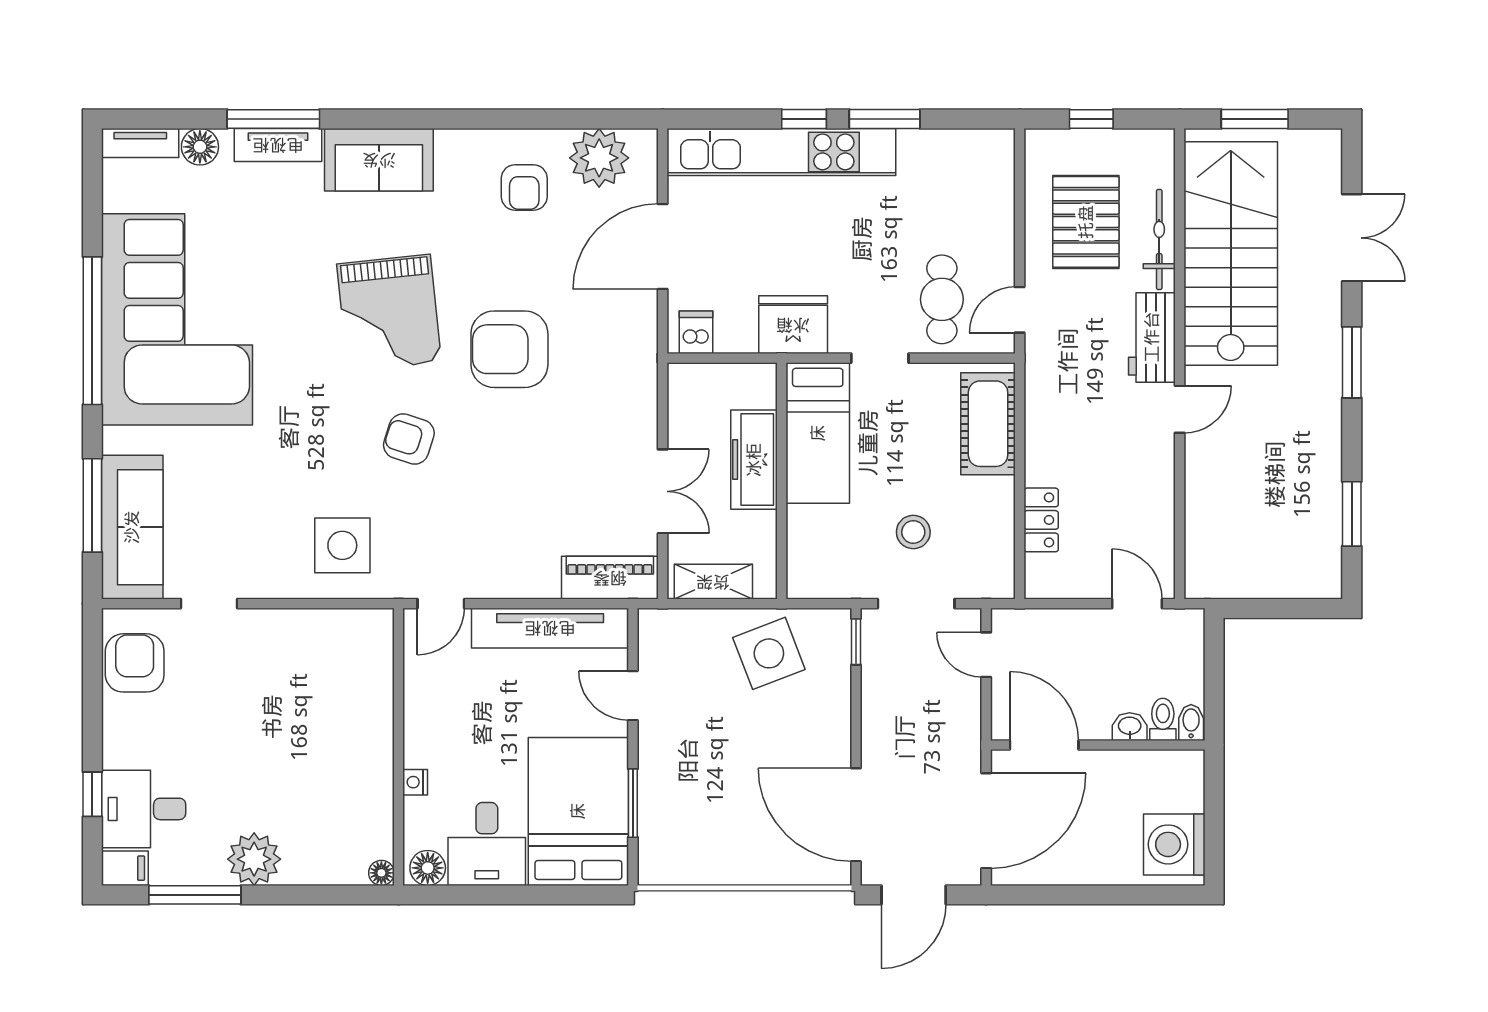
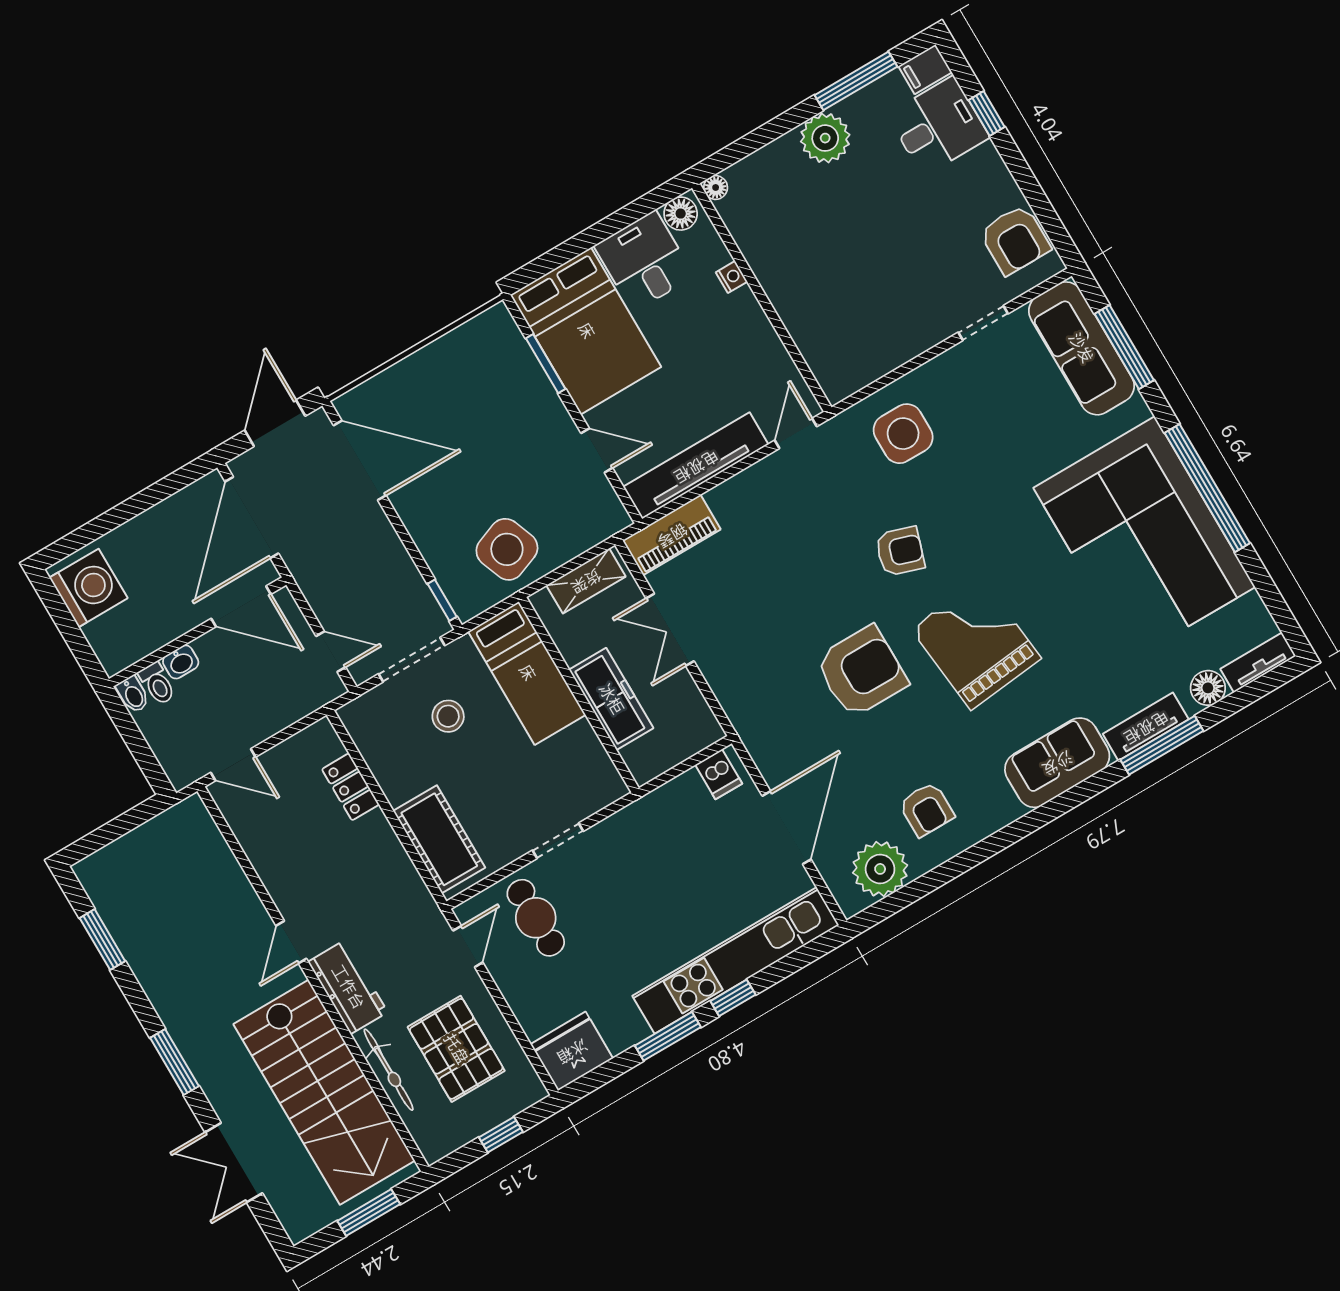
armchair: (524, 187) -> (926, 809), turned 180
fridge: (793, 325) -> (572, 1051), moved, turned 180
bed: (818, 433) -> (527, 673), moved, turned 180

